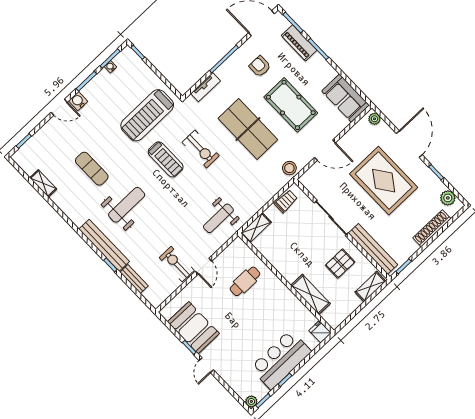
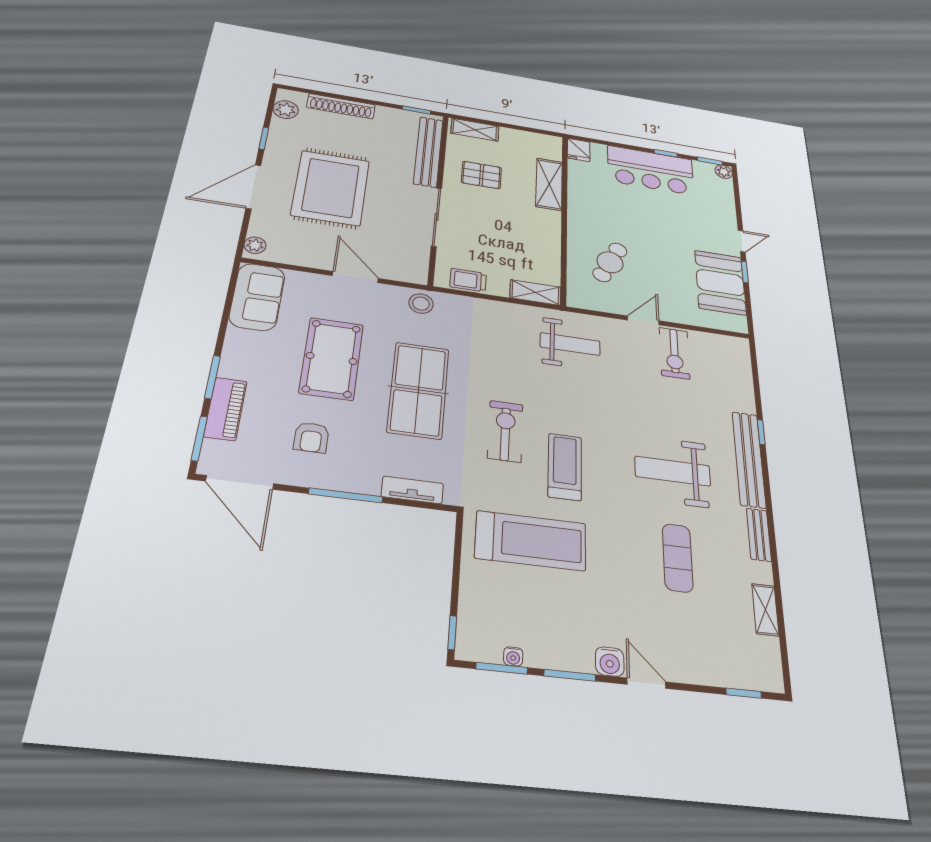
bench: (134, 279) -> (759, 535), moved
cafe table: (245, 281) -> (610, 262), turned -64

